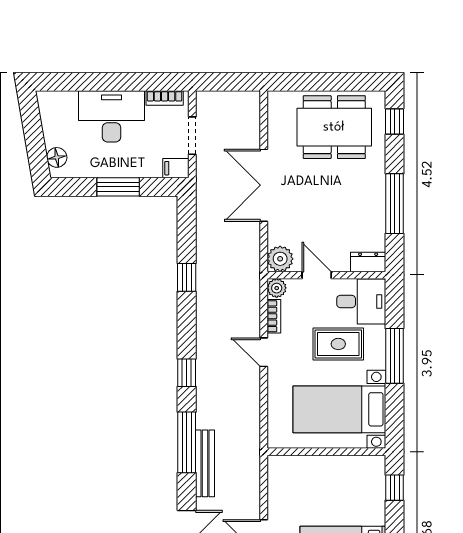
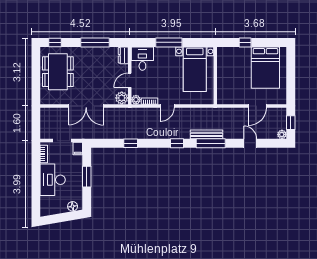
rug: (338, 344) -> (163, 70), removed
bench: (205, 463) -> (206, 134), moved
window: (395, 488) -> (245, 42), moved

